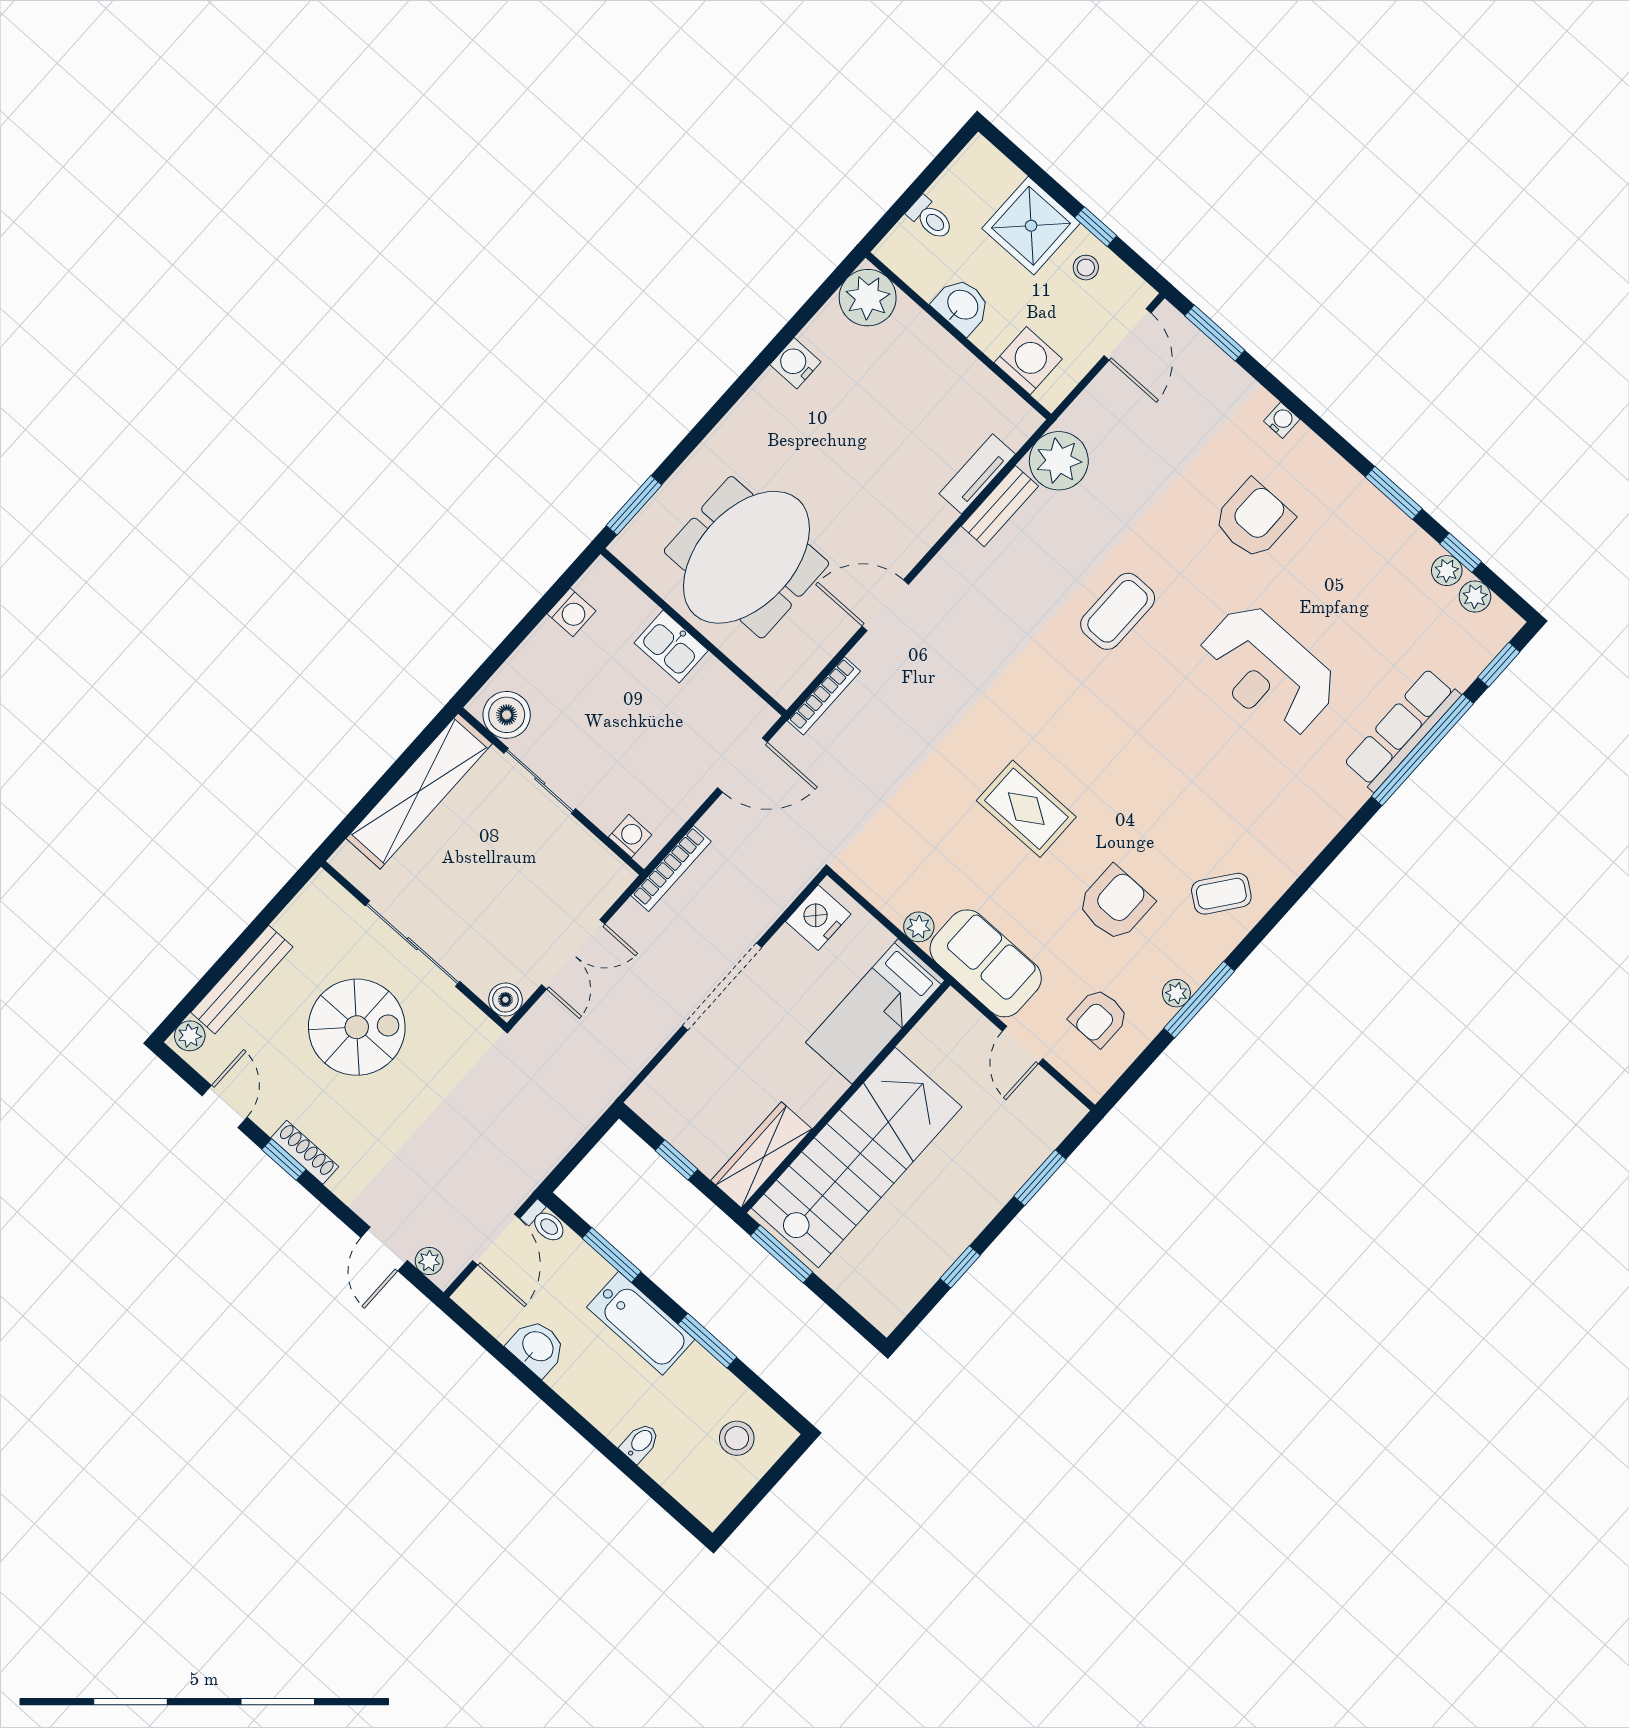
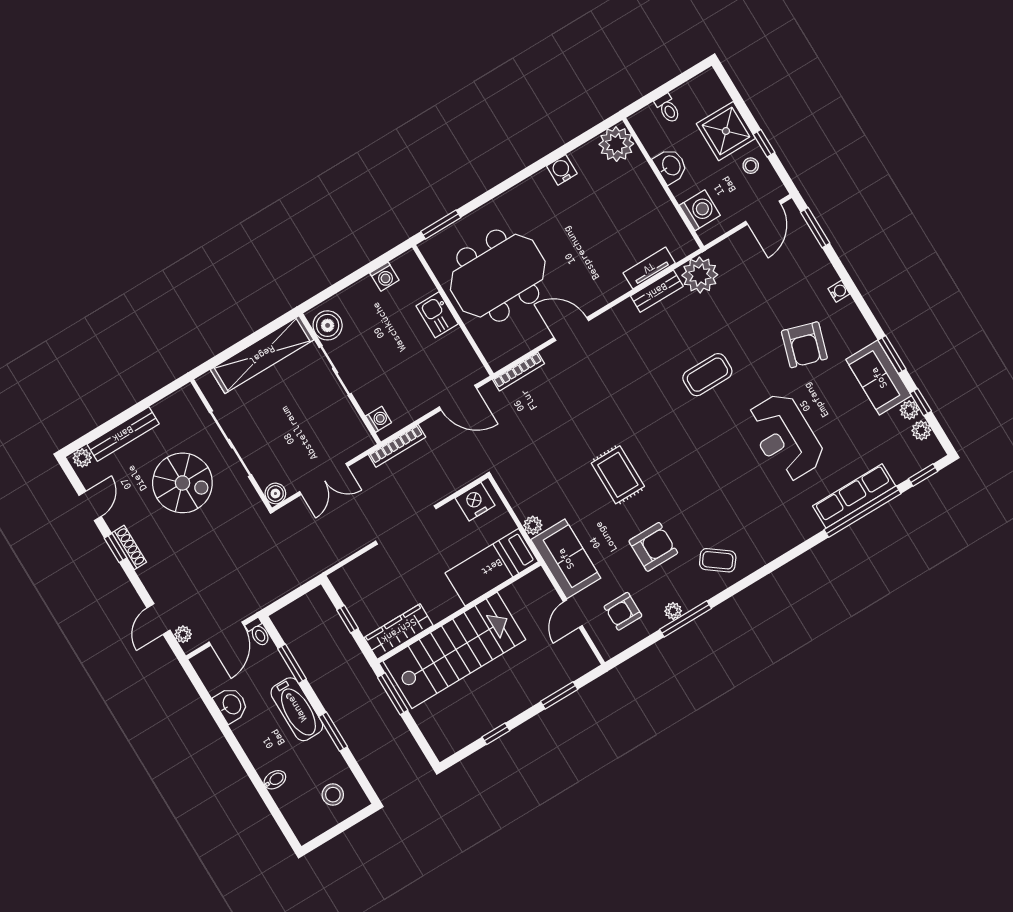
armchair: (1254, 519) -> (804, 345), turned 107
sofa: (1384, 535) -> (879, 378), added

